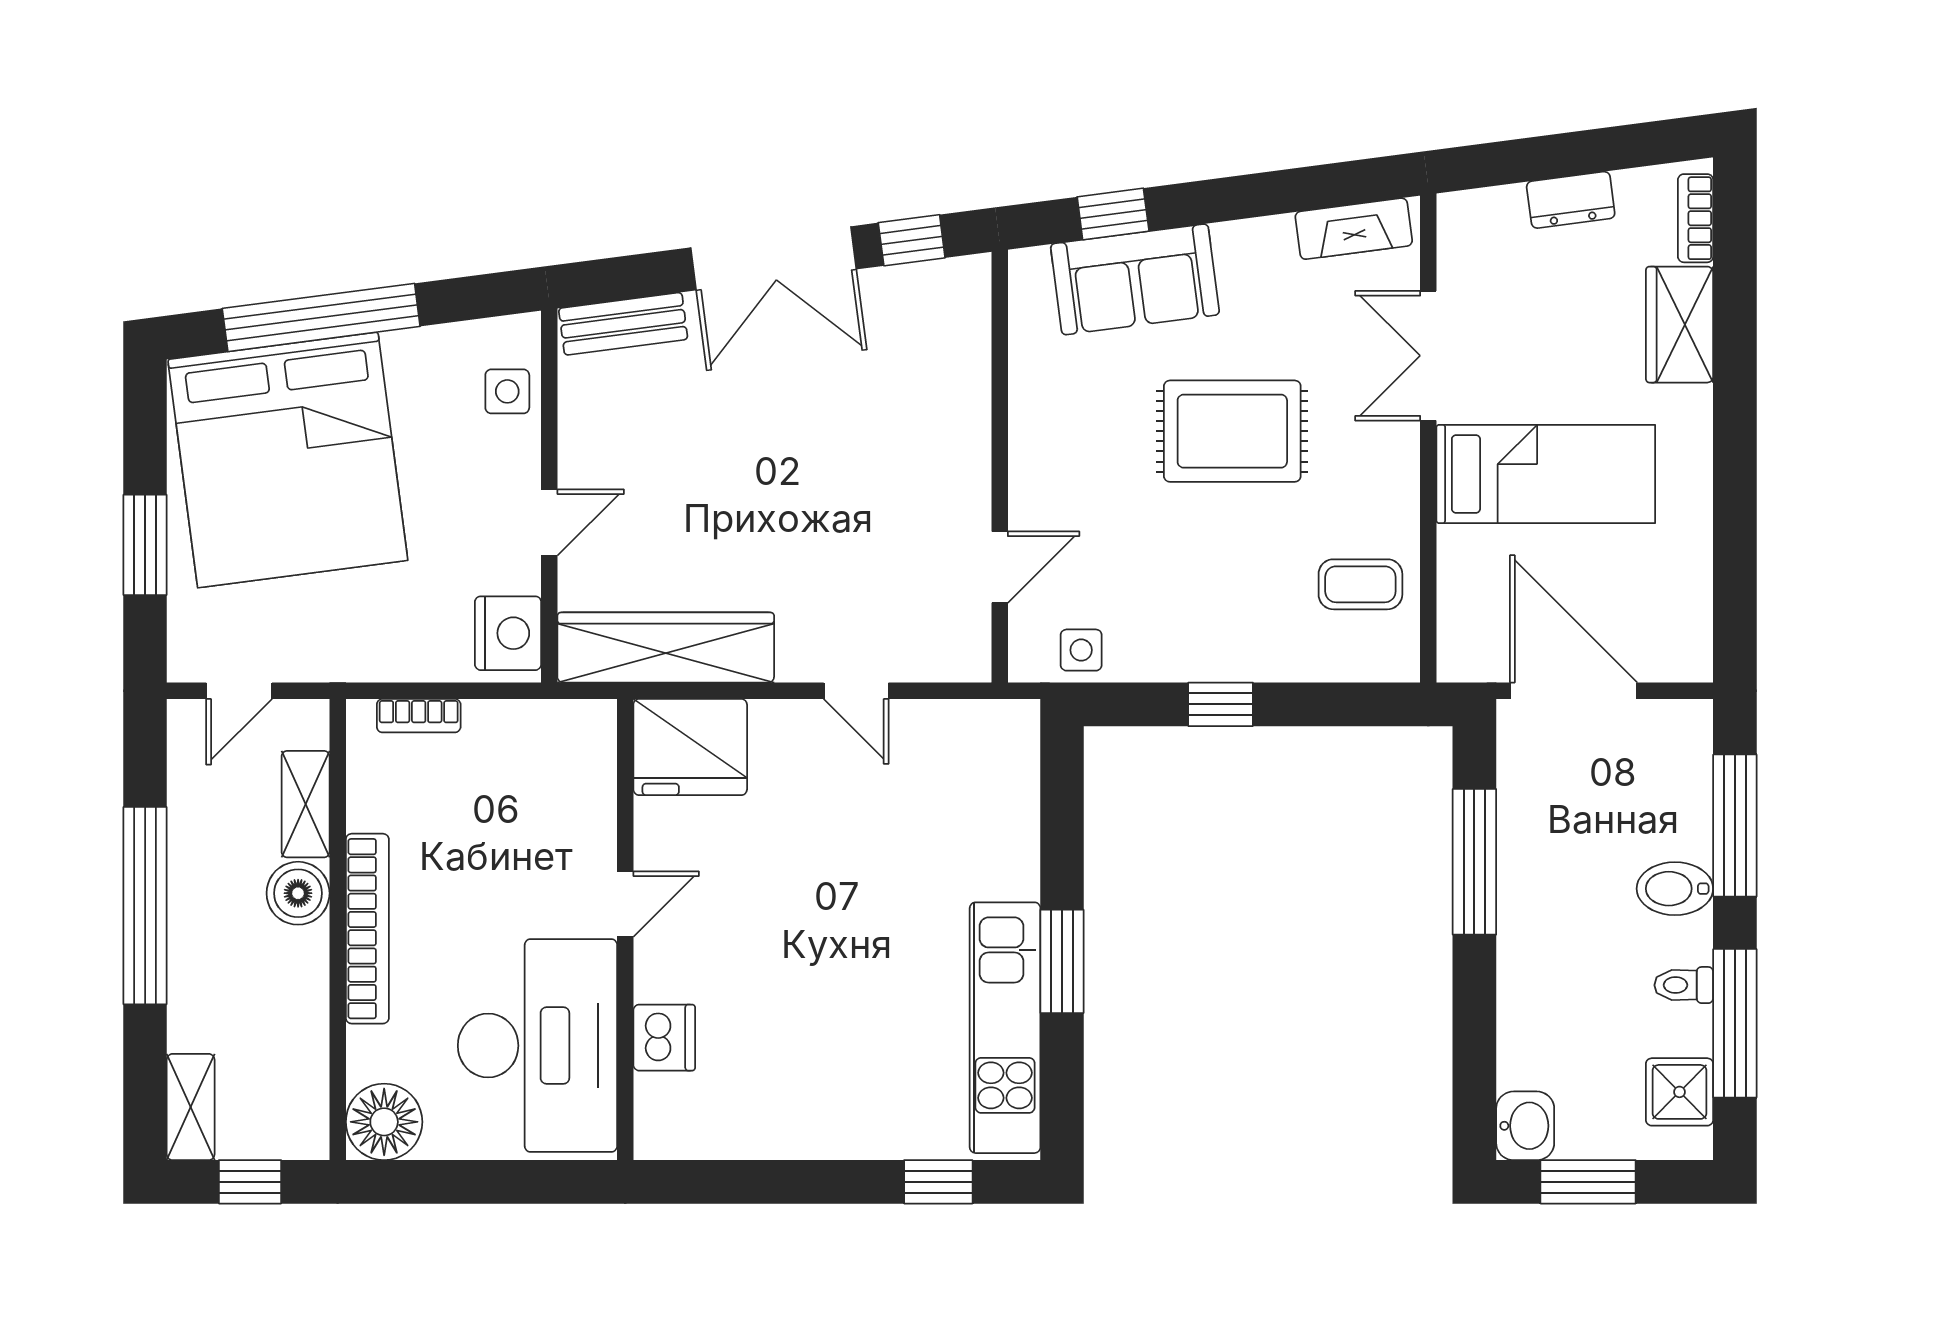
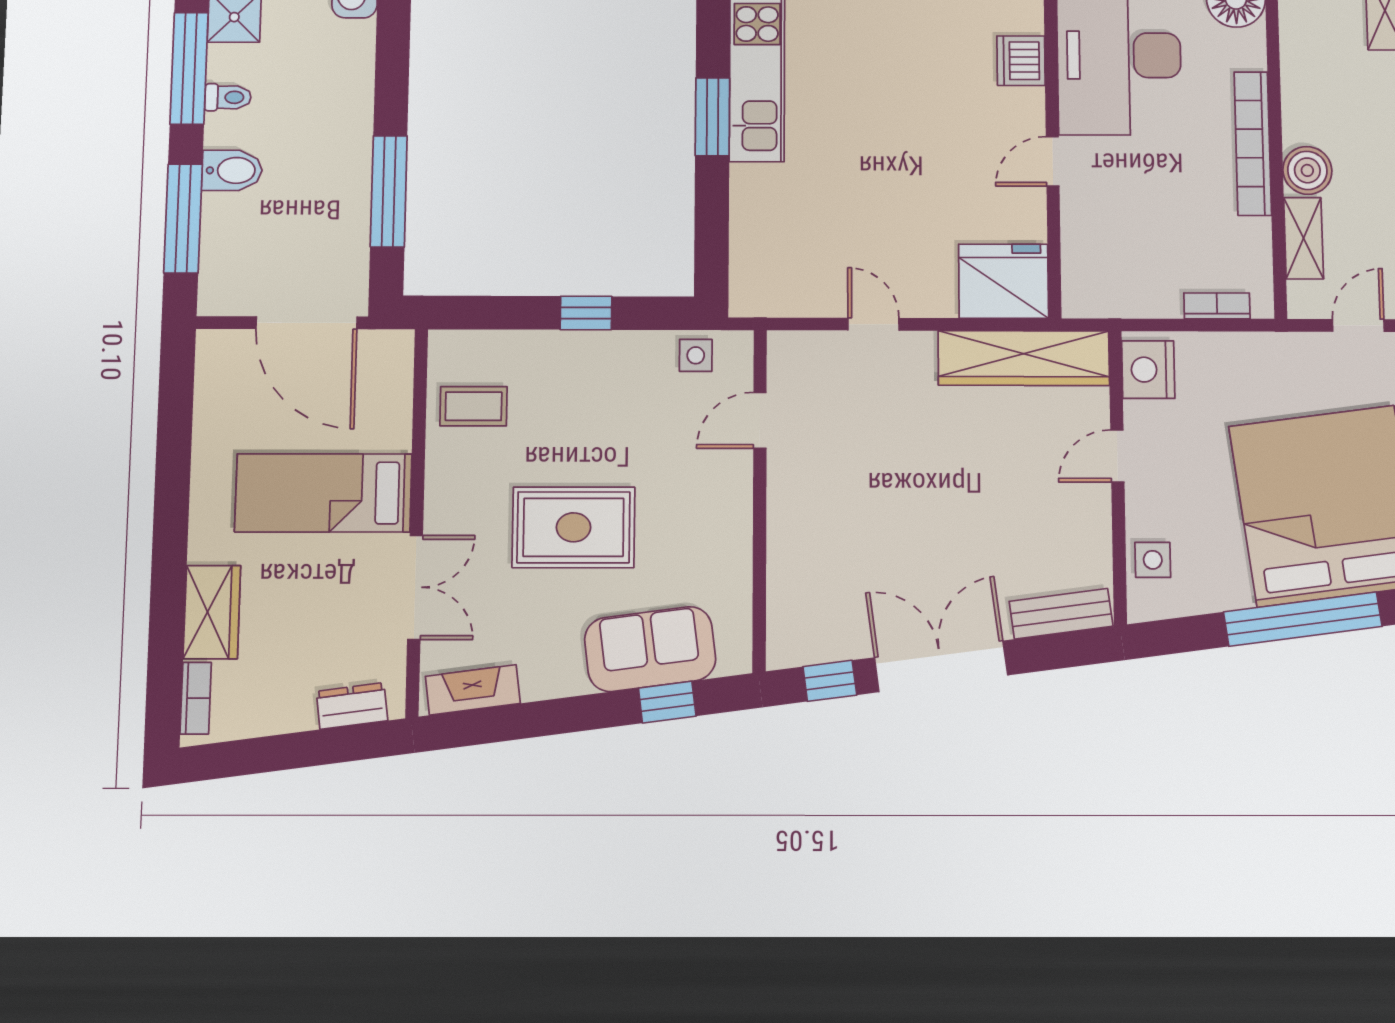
dresser: (1571, 200) -> (352, 706), moved

